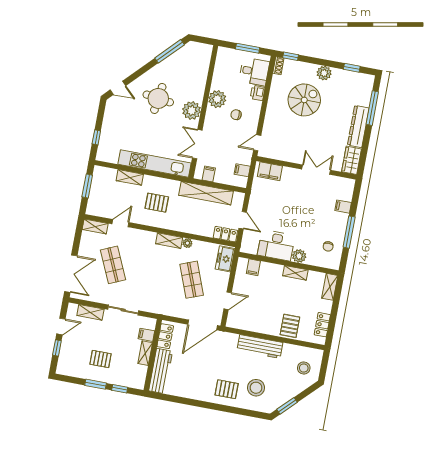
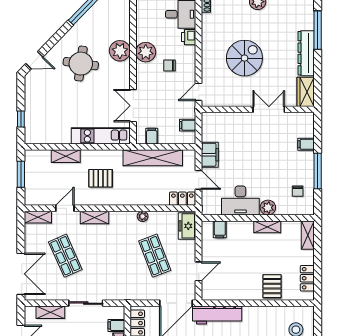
spiral stairs: (304, 100) -> (244, 58), moved
plant: (192, 111) -> (120, 51), moved
kitchen unit: (155, 164) -> (101, 136), width x0.73
filing cabinet: (270, 171) -> (210, 155), moved, turned -90
shelving: (169, 241) -> (94, 217), moved
workbench: (260, 346) -> (217, 315), moved

